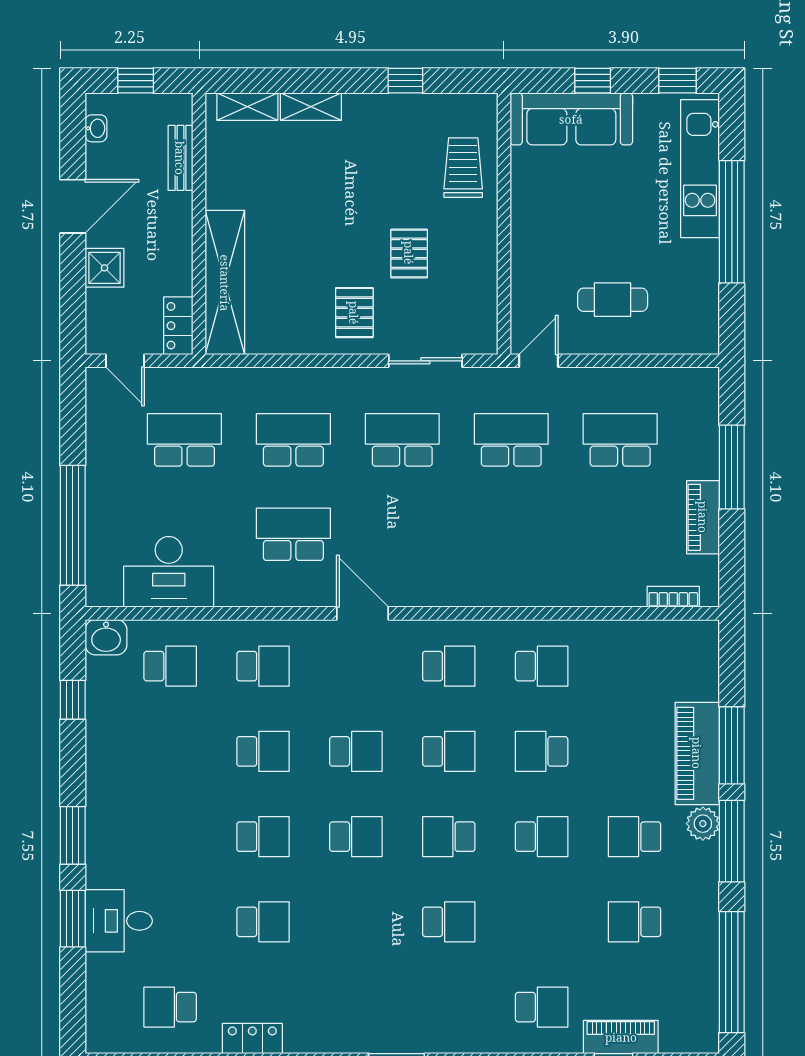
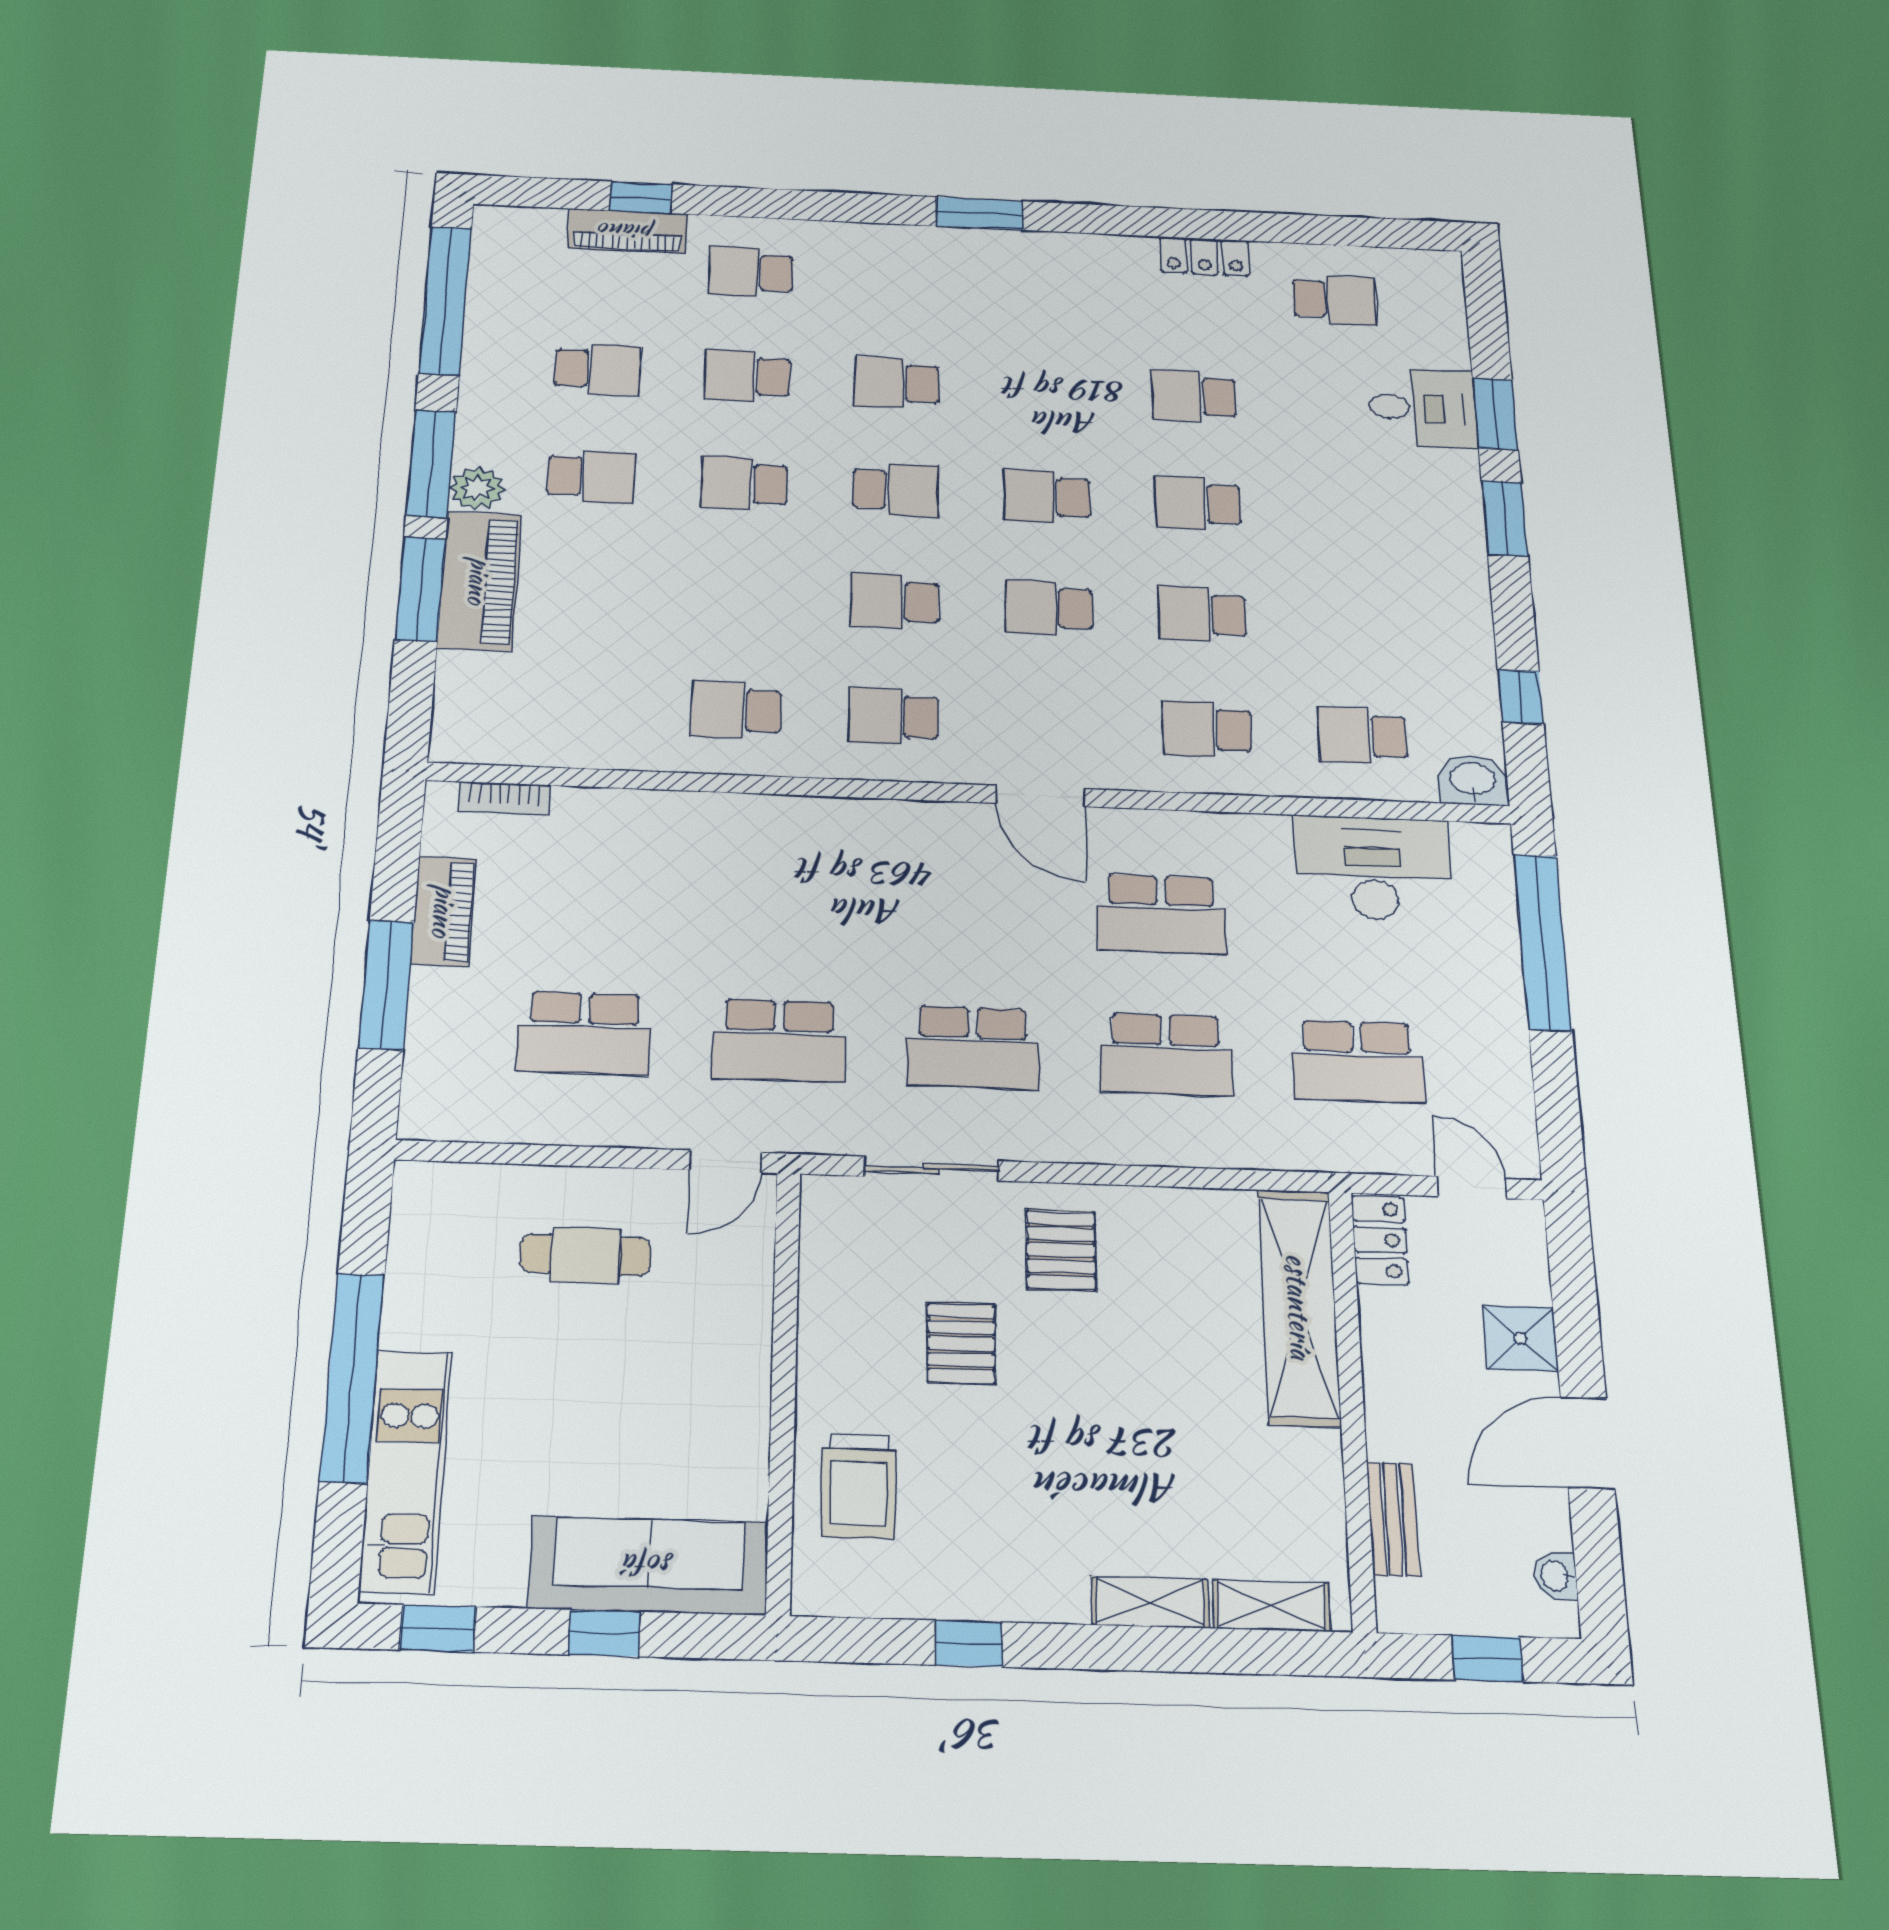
school desk: (542, 751) -> (747, 376), moved, turned 180

